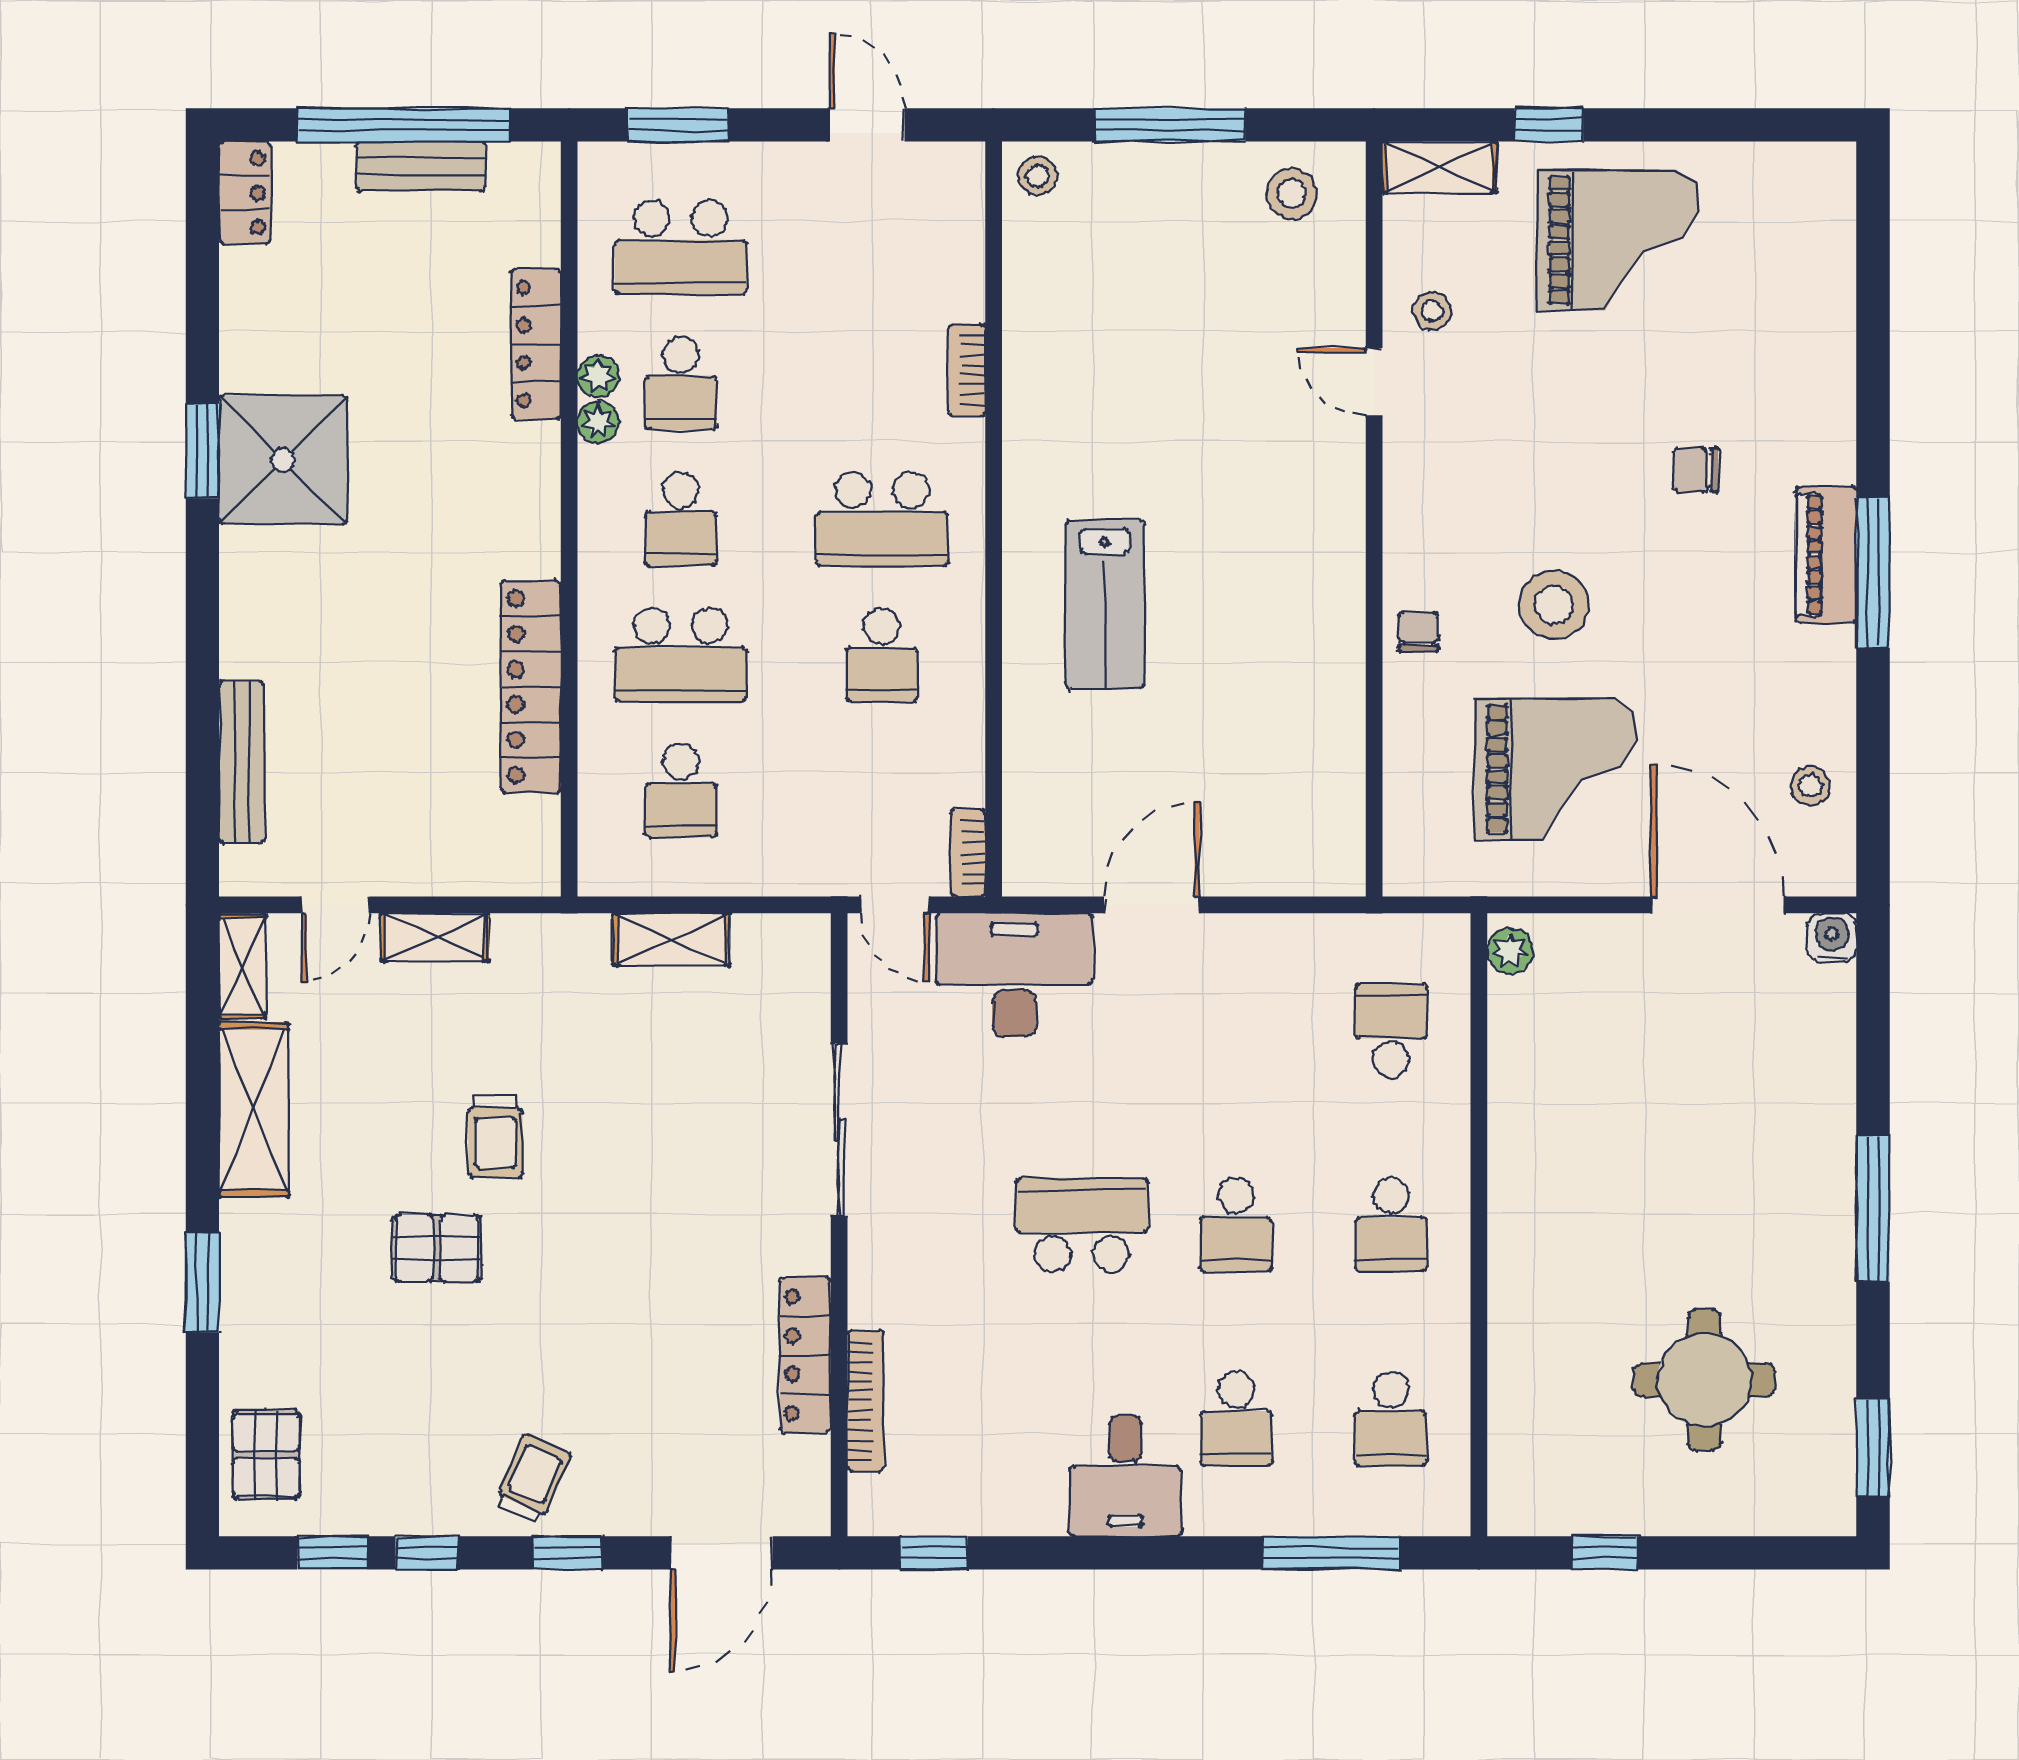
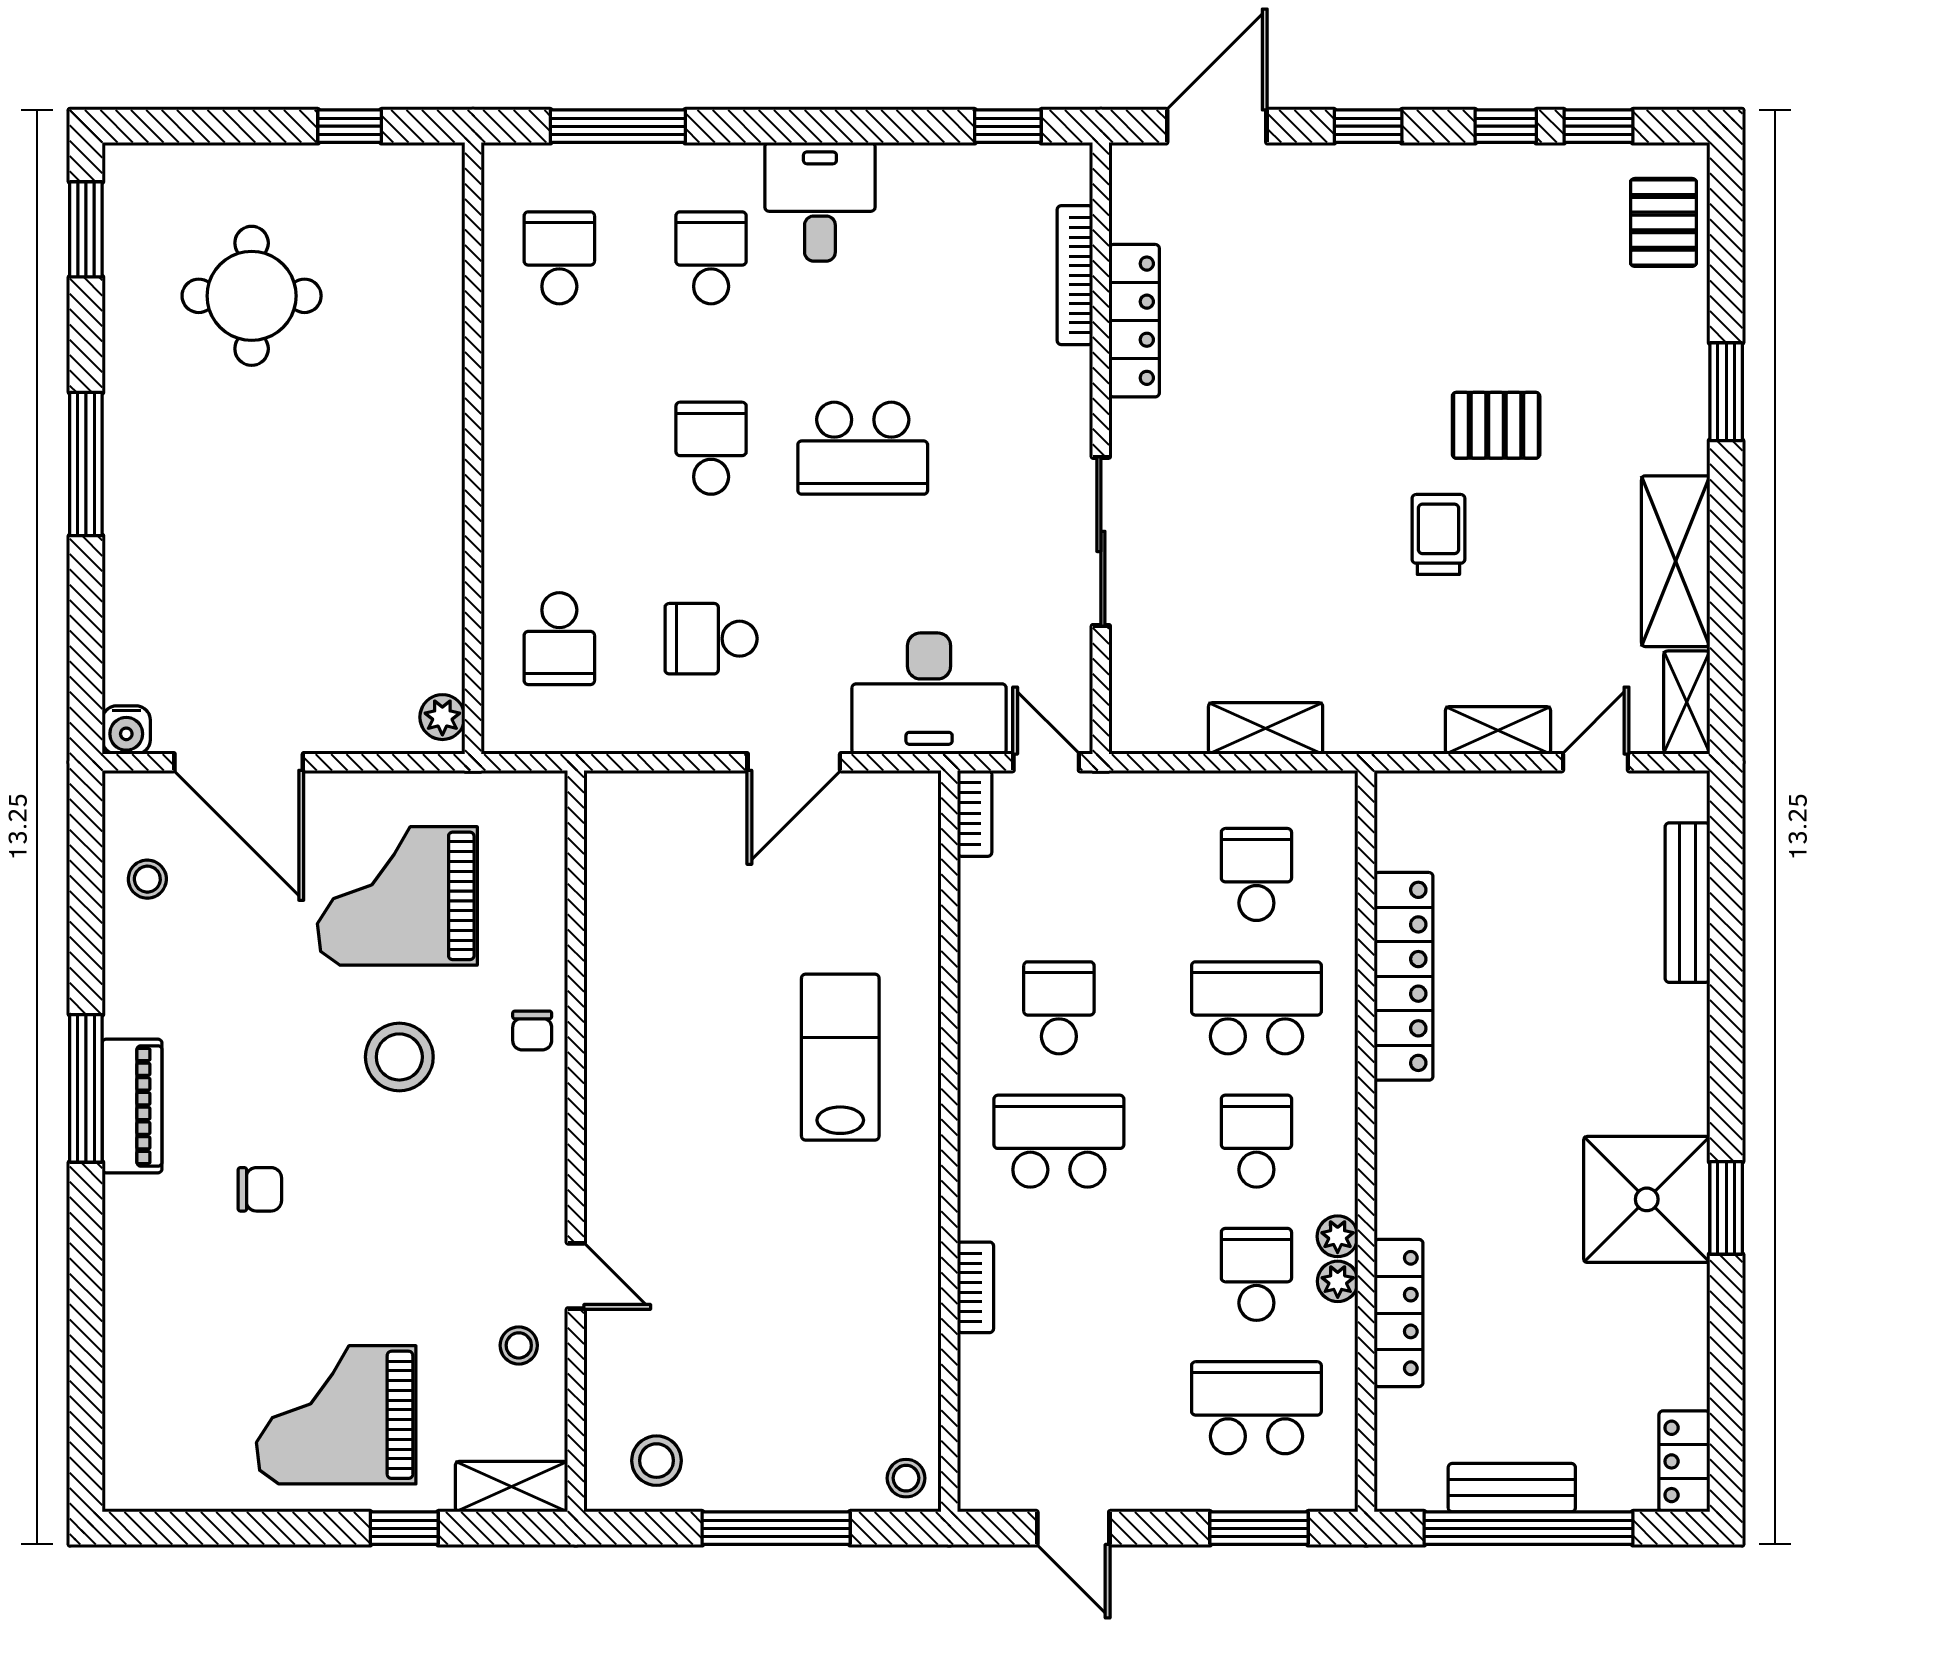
school desk: (1391, 1225) -> (711, 639), moved, turned -90
trolley: (533, 1479) -> (1402, 199), removed

